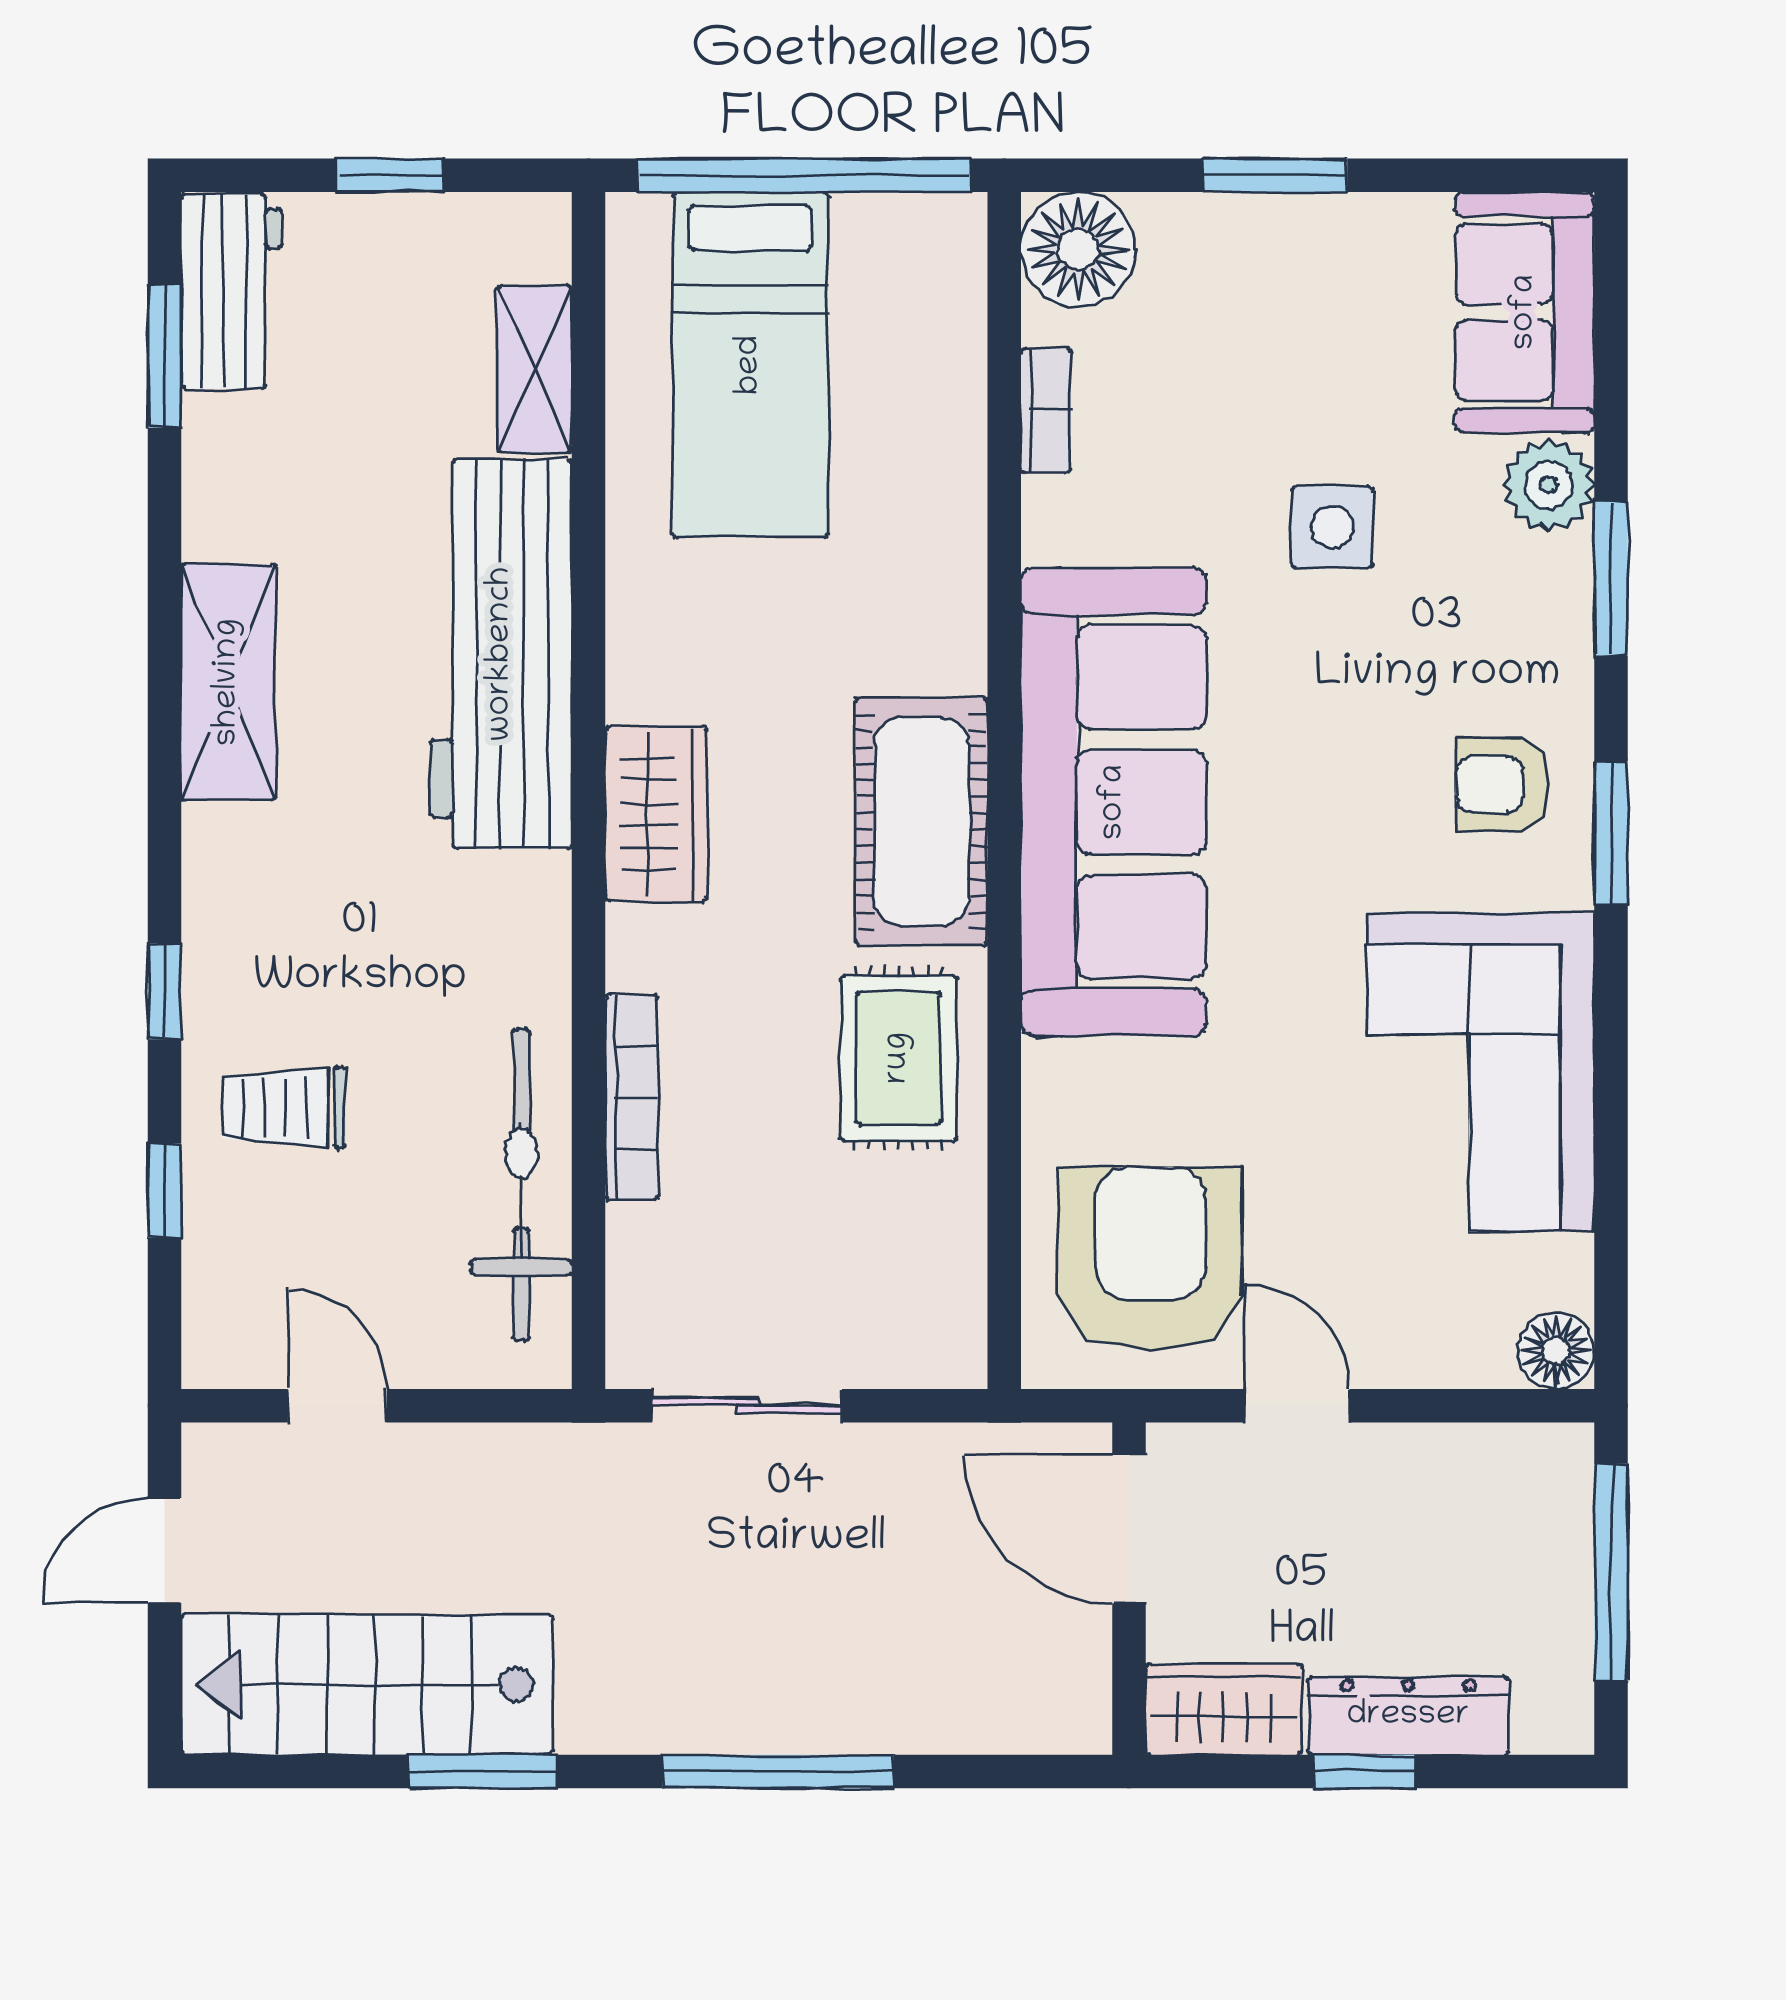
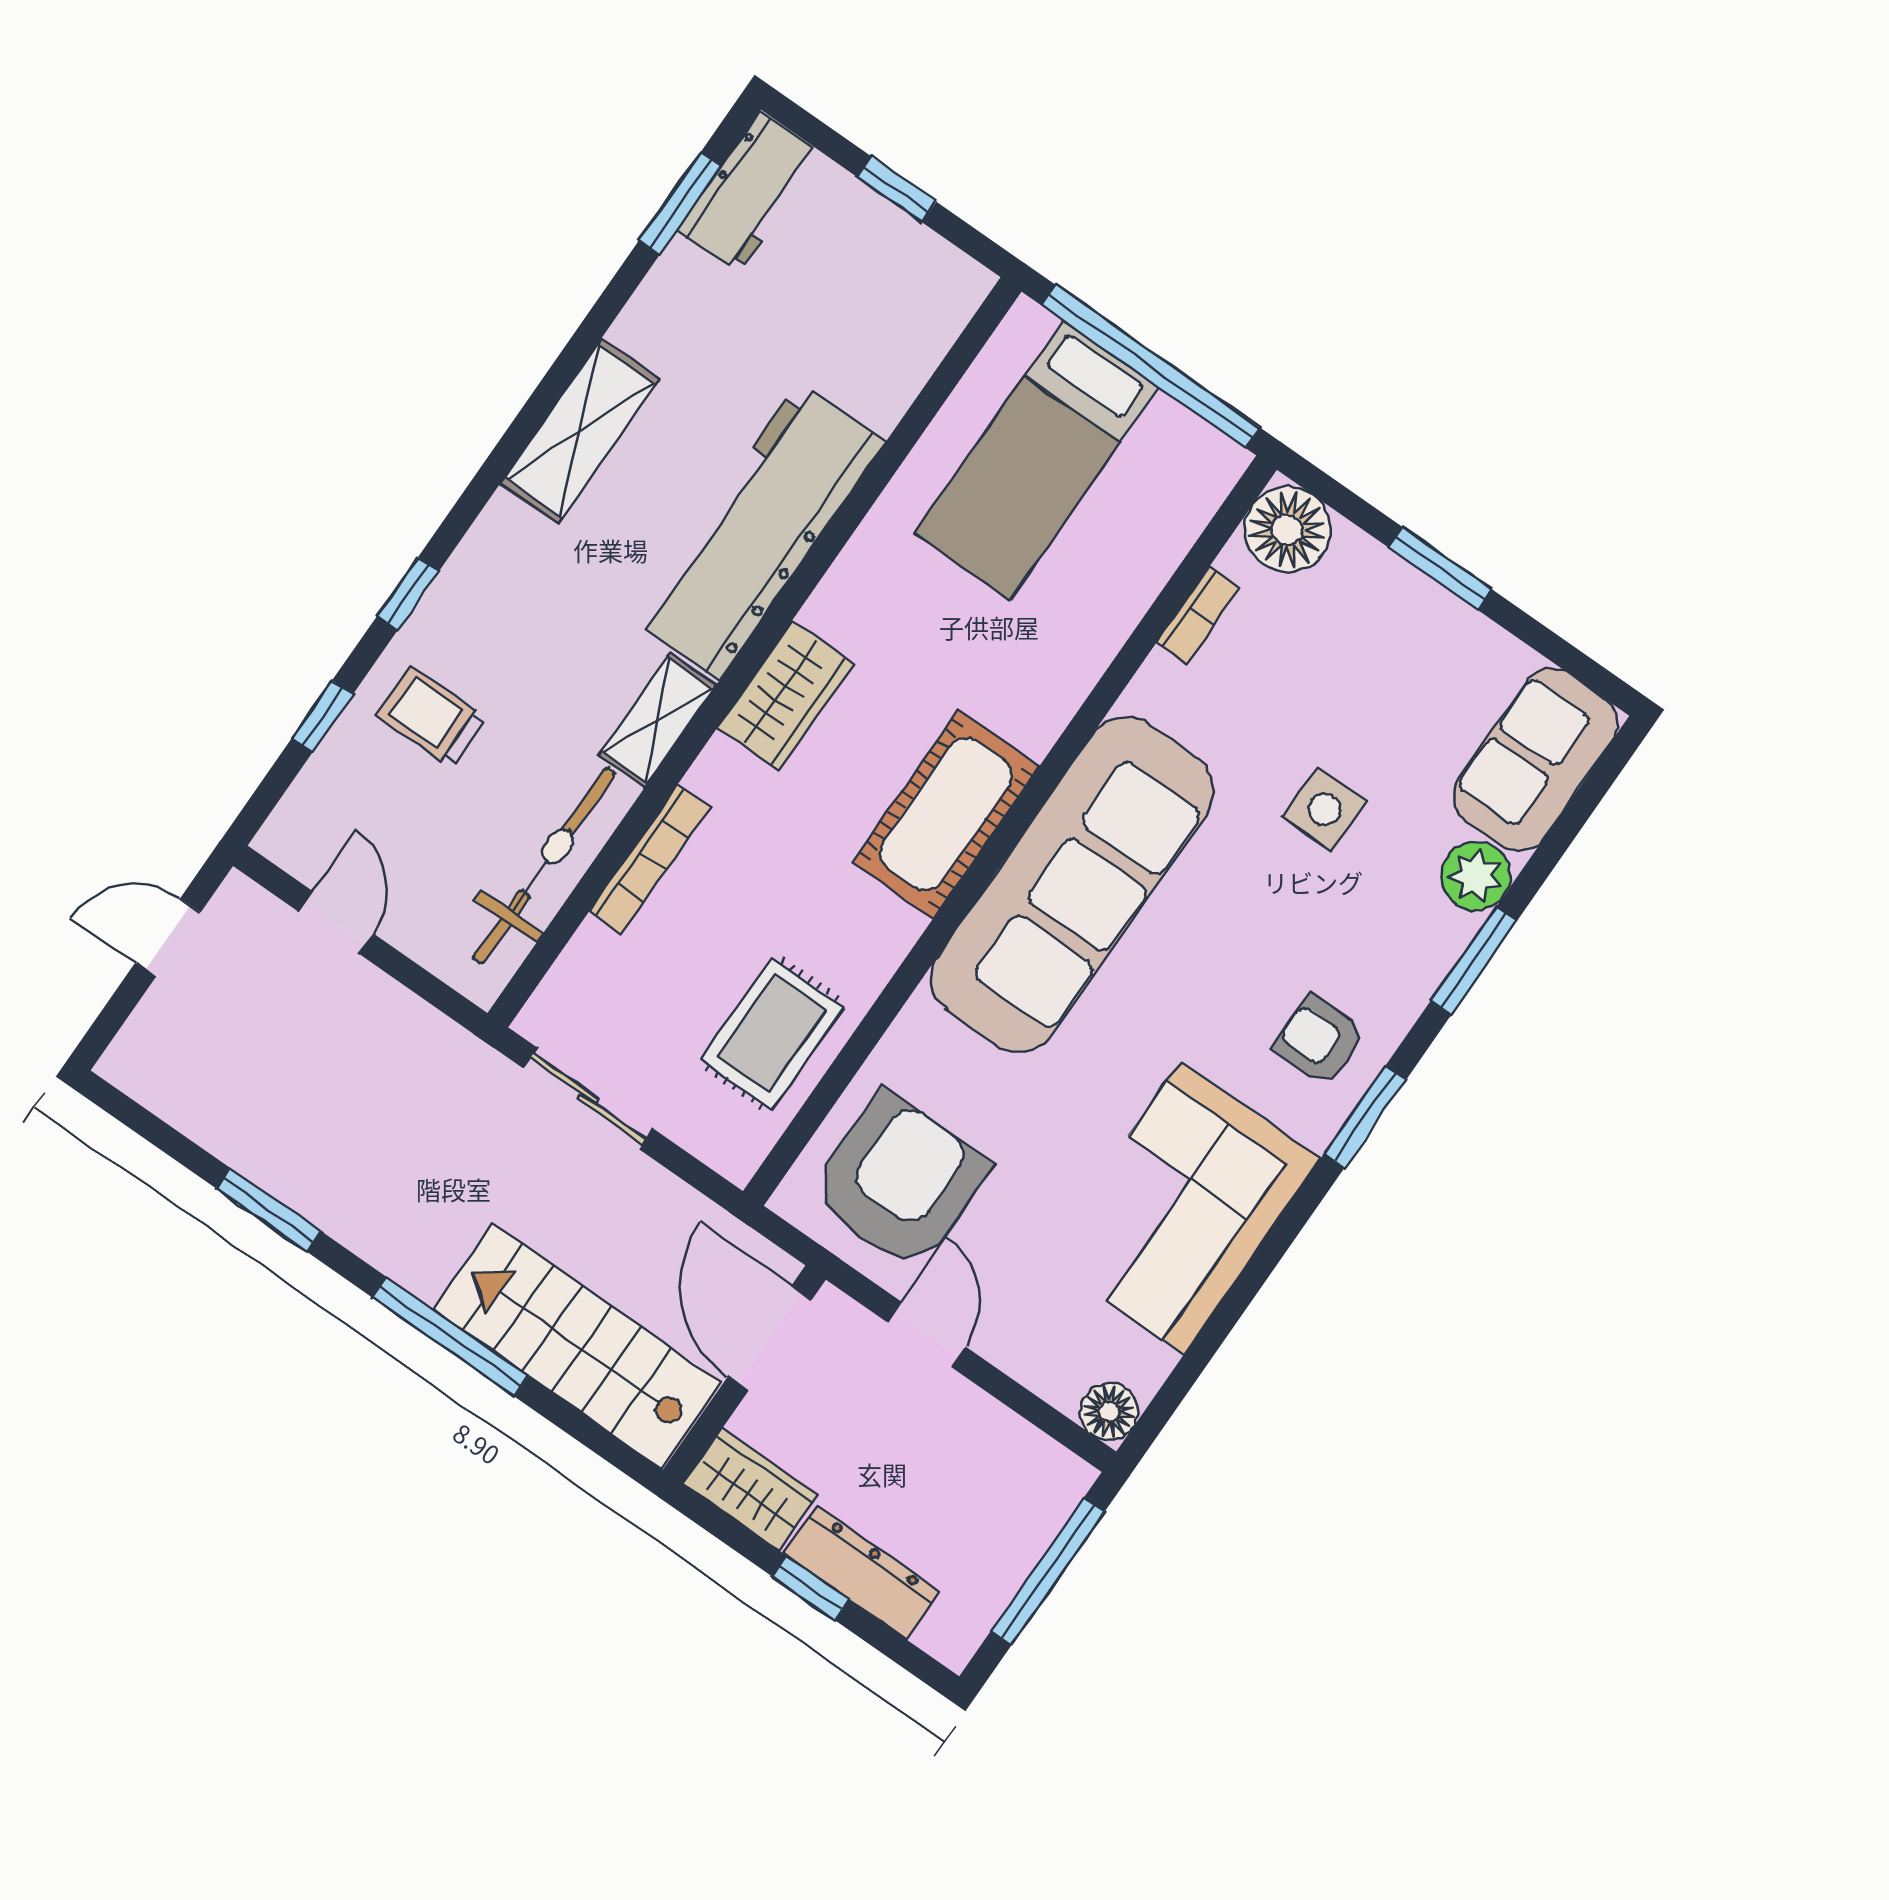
shelving: (534, 369) -> (658, 720), moved
rug: (898, 1058) -> (772, 1034), moved
stairs: (367, 1685) -> (577, 1346), moved

